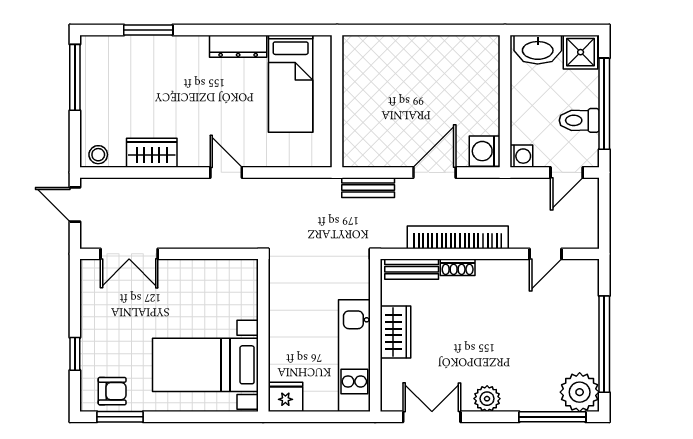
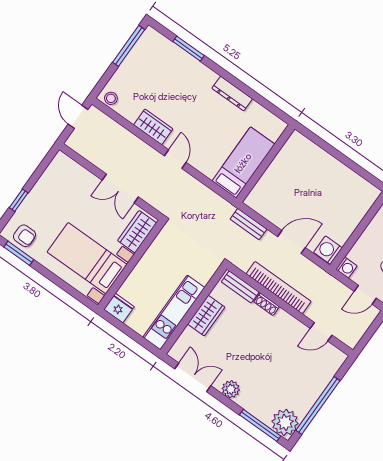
bed: (291, 84) -> (243, 163), moved, turned 180
wardrobe: (152, 153) -> (153, 127), moved
double door: (129, 254) -> (120, 189), moved
wardrobe: (242, 291) -> (137, 232), added

